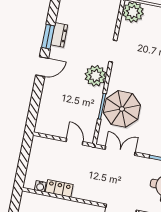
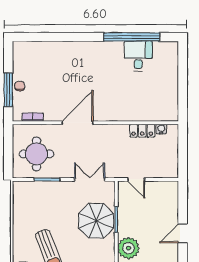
door: (42, 67) -> (183, 233), moved
double door: (120, 151) -> (90, 179), swing flipped

